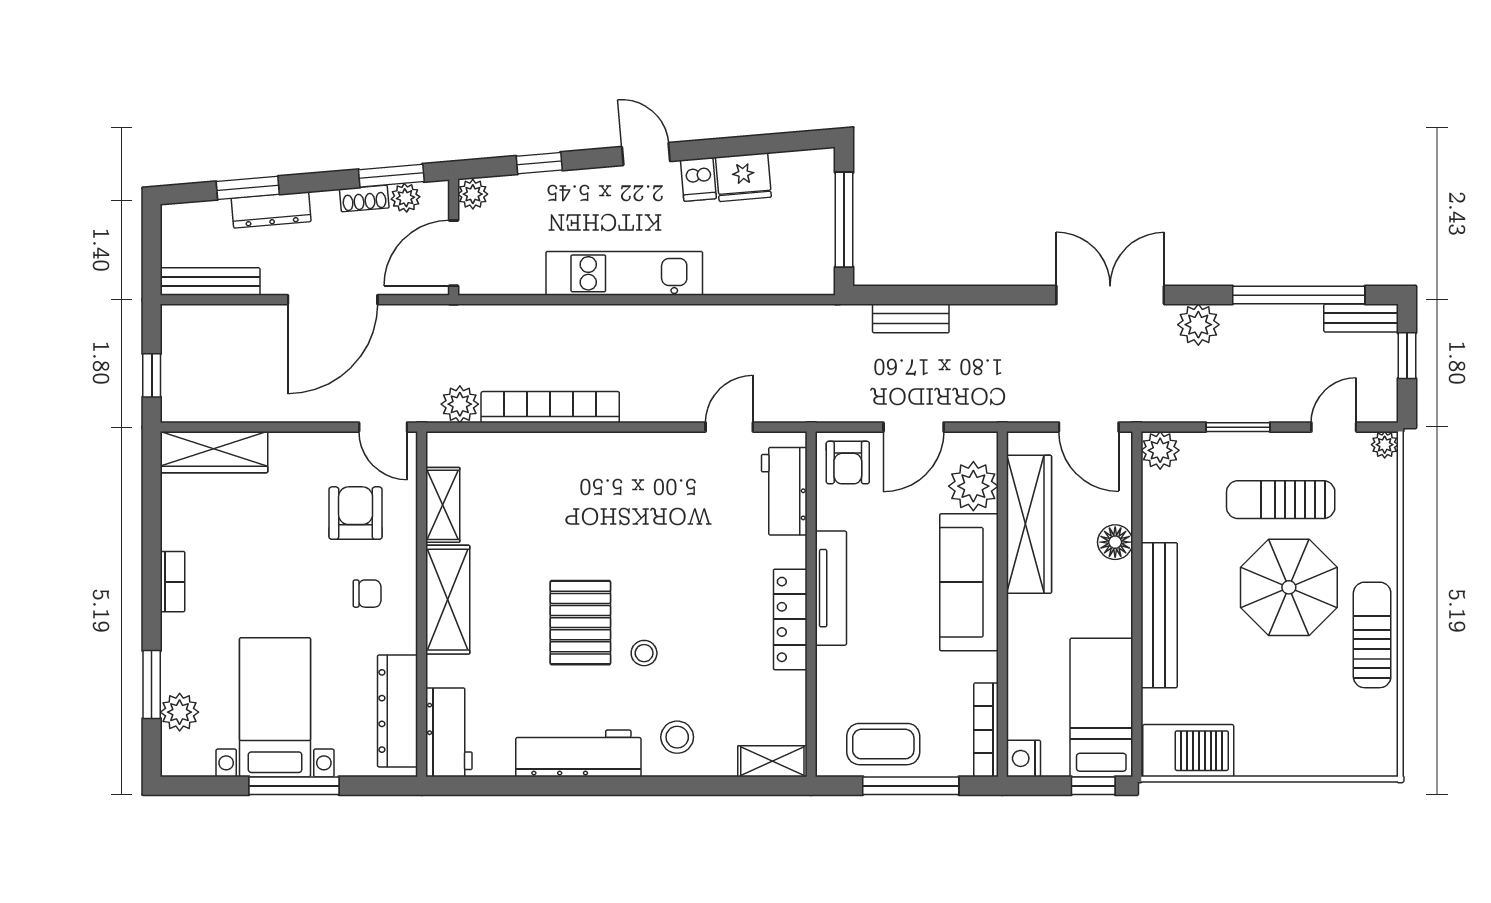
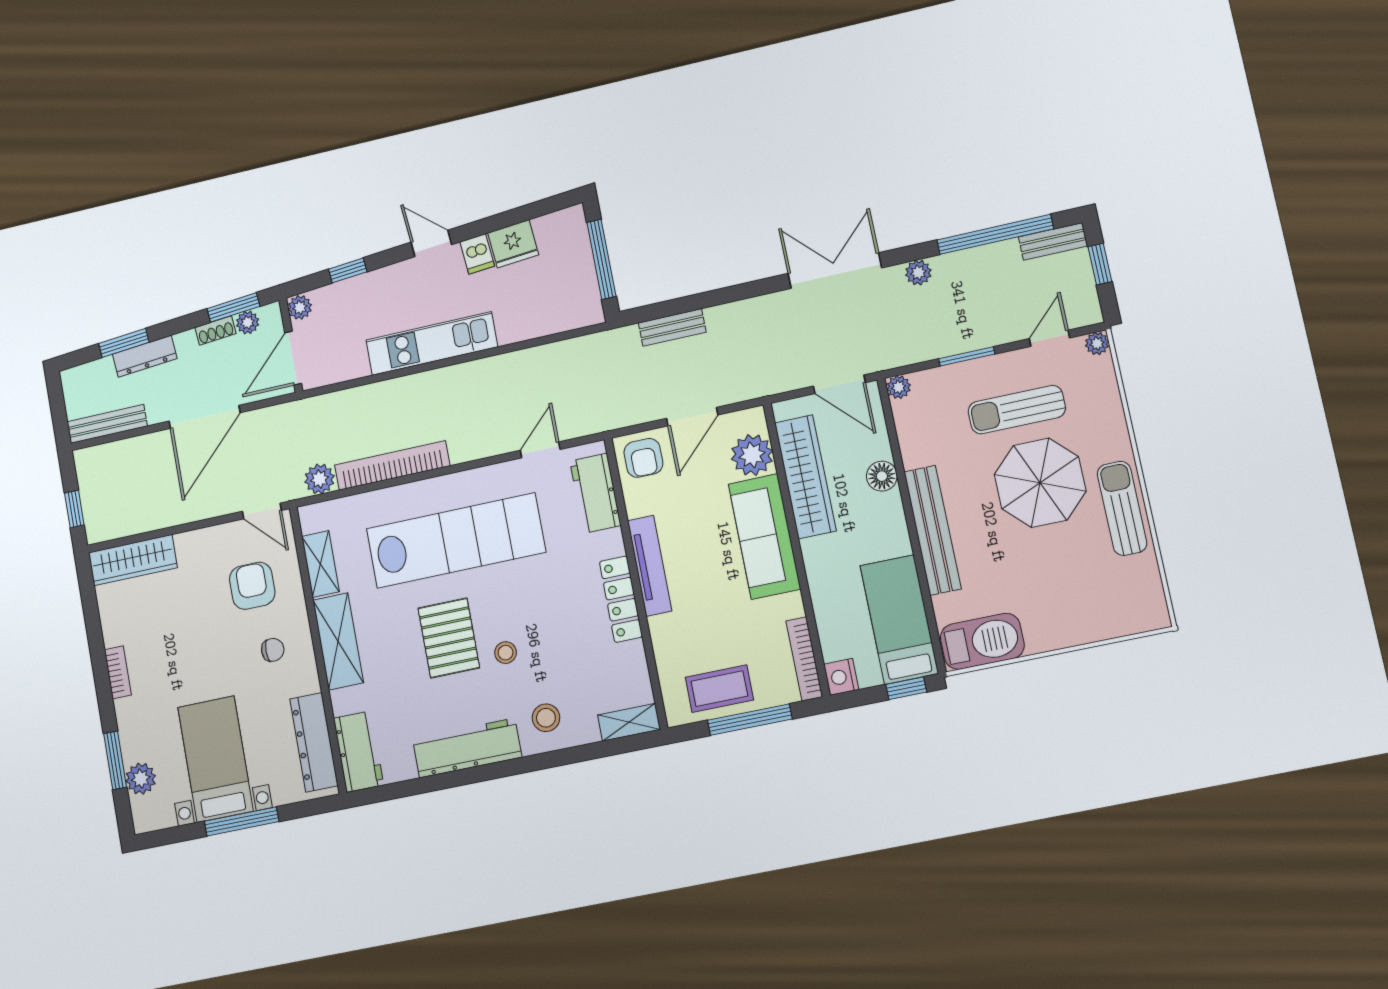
plant: (1198, 325) -> (918, 273), width x0.73, depth x0.73
plant: (1160, 450) -> (899, 387), width x0.73, depth x0.73
lab bench: (610, 511) -> (456, 541), added

